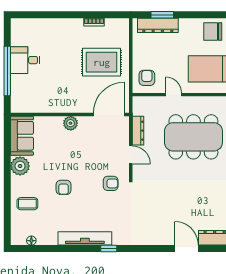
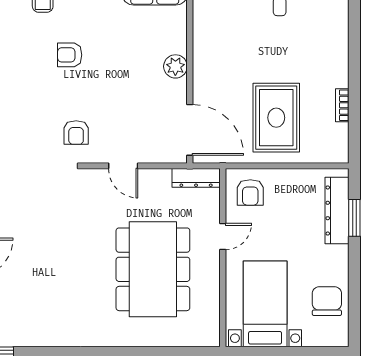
armchair: (147, 78) -> (250, 192), turned 90
dresser: (138, 131) -> (196, 178), moved
door: (131, 155) -> (123, 166), hinge flipped

